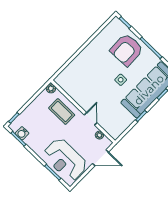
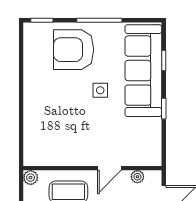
armchair: (127, 50) -> (74, 50), turned 92
door: (91, 119) -> (109, 168), swing flipped

